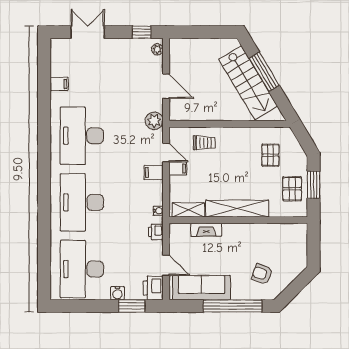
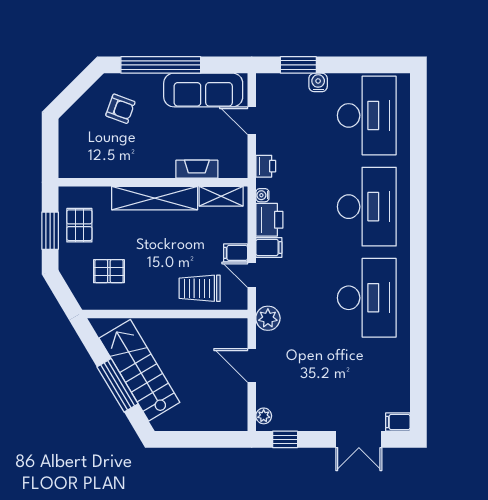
filing cabinet: (59, 84) -> (398, 422), moved
trolley: (204, 143) -> (200, 288), width x1.36, depth x1.39
pallet: (270, 155) -> (109, 271), turned 90
printer: (153, 288) -> (269, 220), moved

